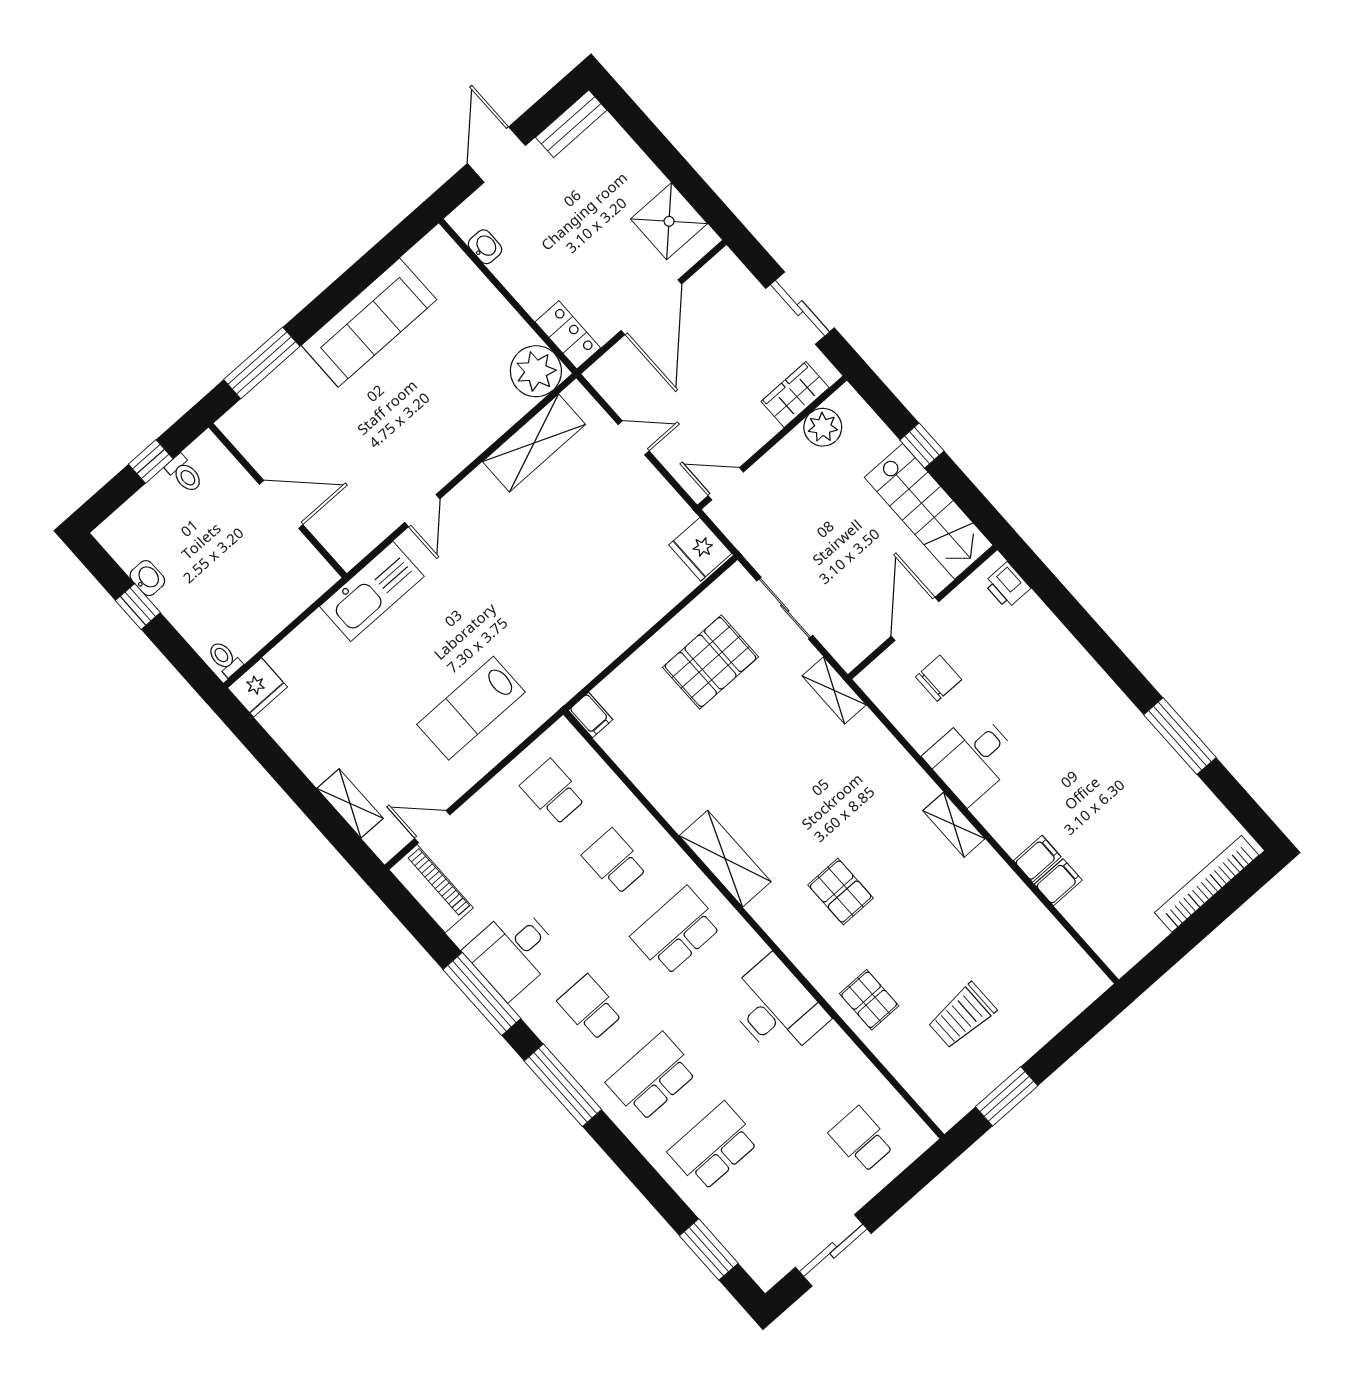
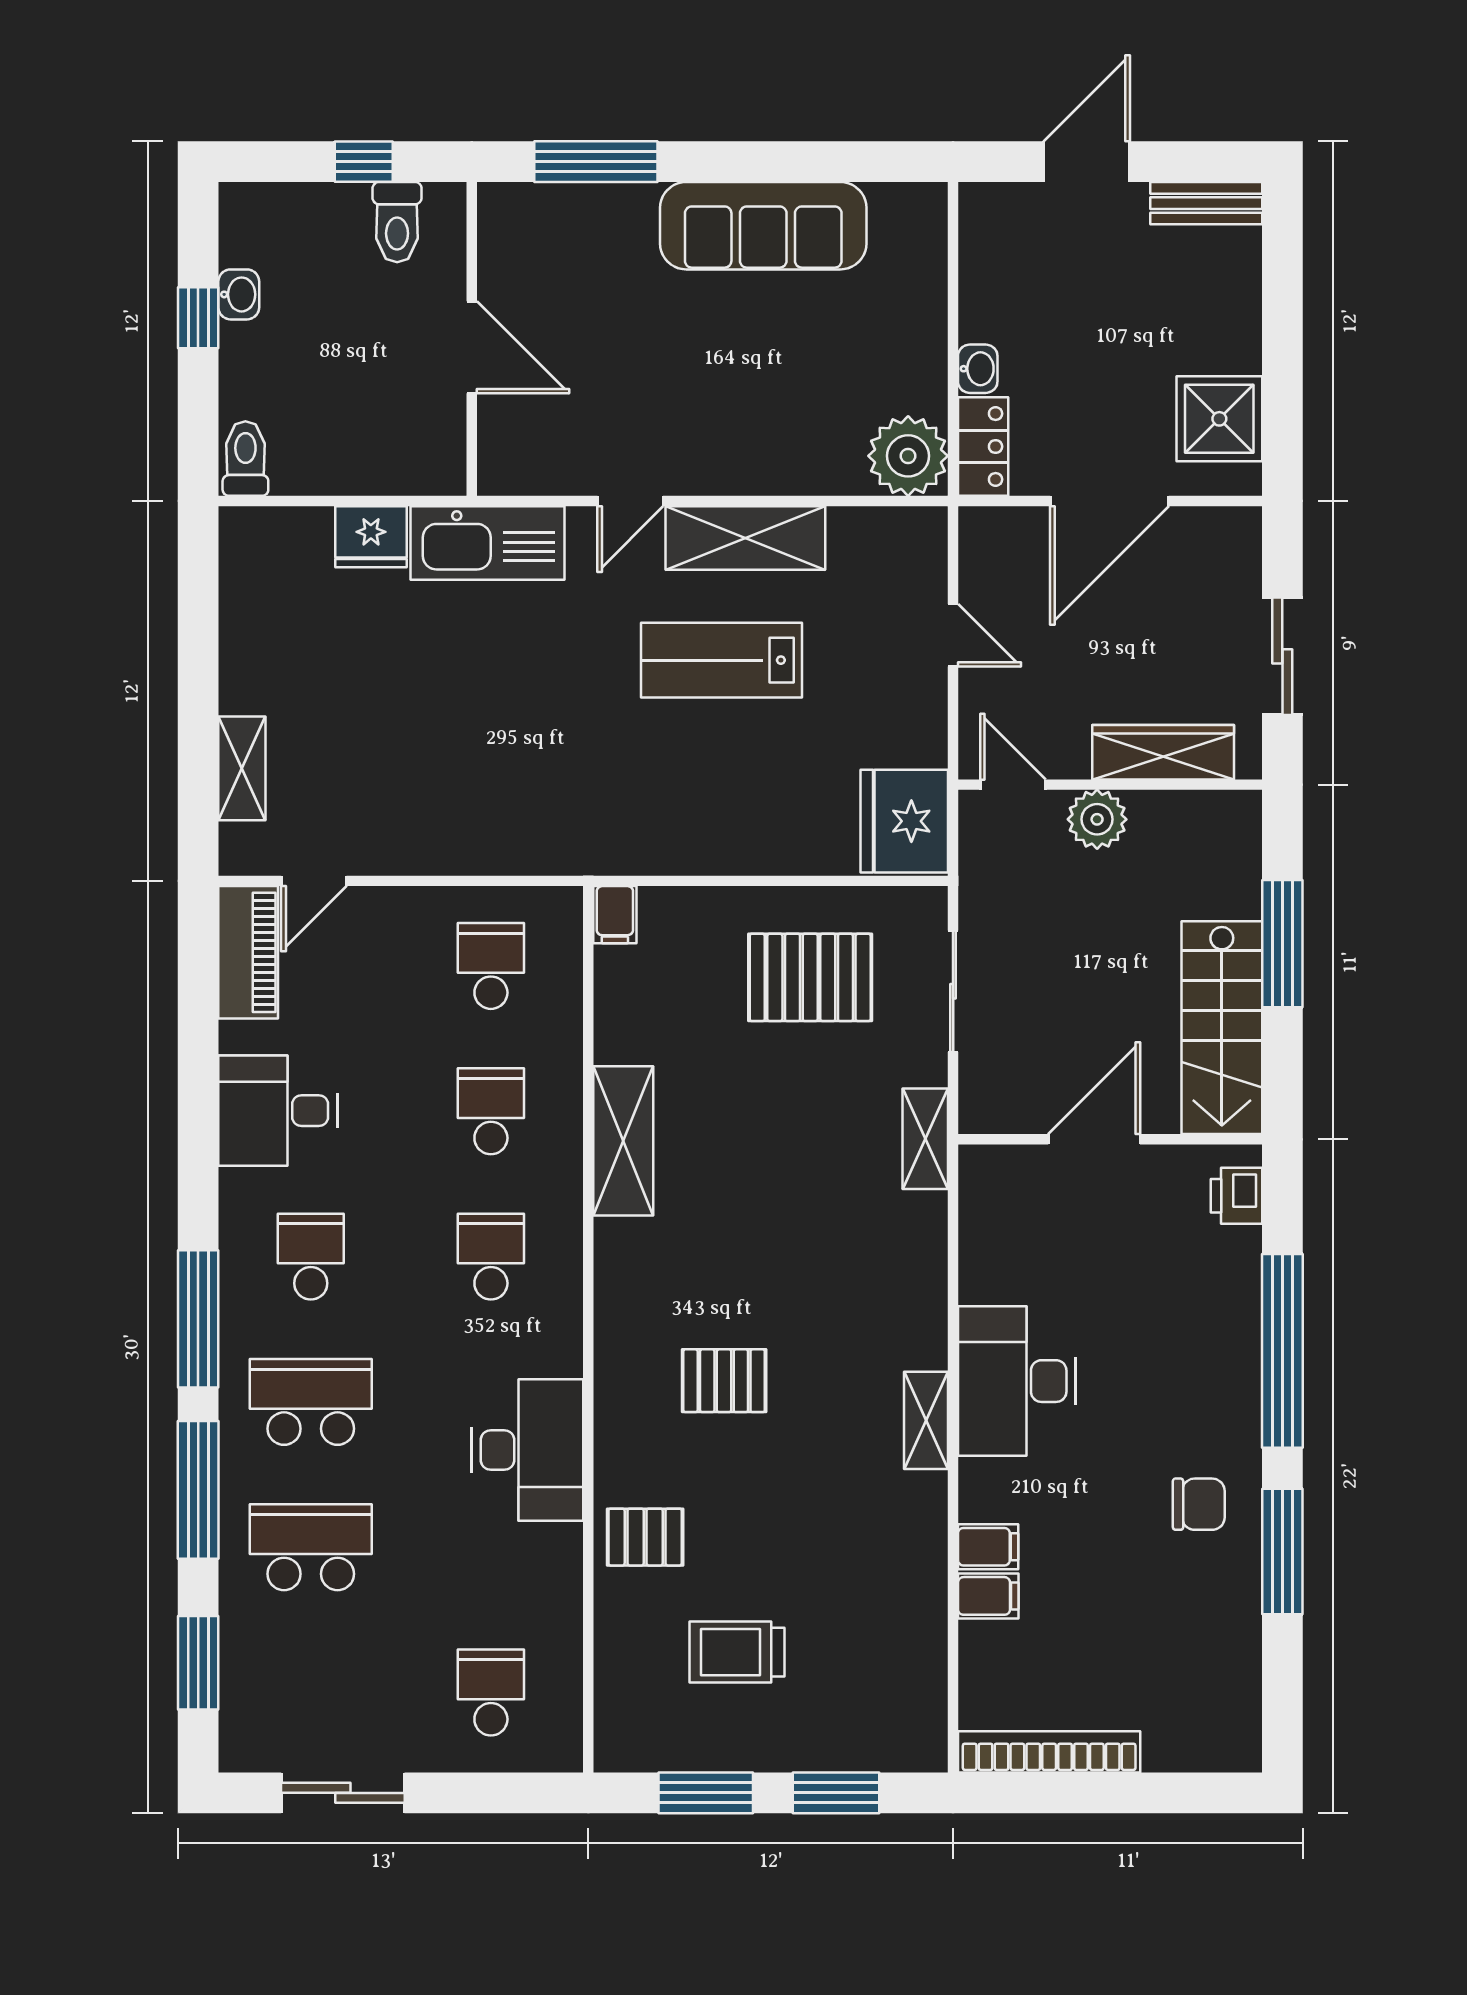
washbasin: (485, 247) -> (978, 369), moved
wardrobe: (795, 395) -> (1163, 752), width x1.50
plant: (823, 427) -> (1097, 819), moved
shelving: (534, 443) -> (745, 538), moved
window: (922, 446) -> (1282, 944), width x2.17
toilet: (184, 474) -> (397, 222), width x1.37, depth x1.39
fridge: (700, 549) -> (904, 821), width x1.36, depth x1.34
window: (1095, 640) -> (1282, 1351), added
toilet: (225, 659) -> (245, 458), width x1.37, depth x1.39
chair: (939, 678) -> (1199, 1504), moved
fridge: (258, 687) -> (371, 537), moved
lab bench: (471, 708) -> (721, 660), moved
desk: (972, 758) -> (1017, 1381), width x1.37
door: (432, 827) -> (314, 881), swing flipped
shelving: (725, 859) -> (623, 1141), moved
bookcase: (1207, 884) -> (1049, 1752), moved
pallet: (841, 891) -> (724, 1381), turned 90
school desk: (676, 931) -> (491, 1257), width x0.54
window: (482, 994) -> (198, 1490), moved
pallet: (869, 1000) -> (645, 1537), turned 90
window: (1069, 1041) -> (836, 1793), added

